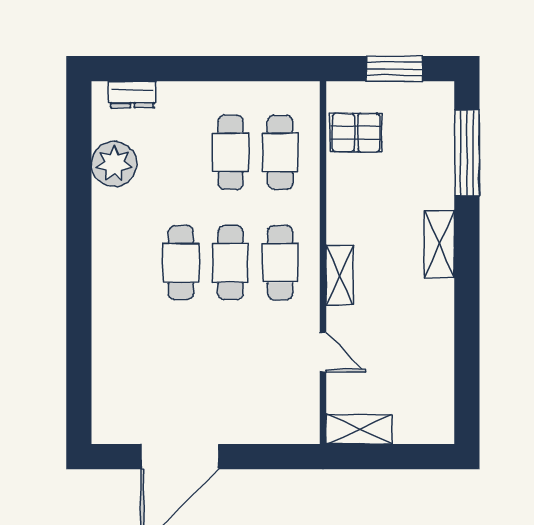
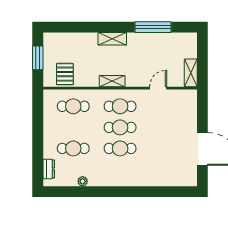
cafe table: (231, 152) -> (73, 148), moved
window: (467, 153) -> (153, 27), moved
plant: (114, 164) -> (83, 181), width x0.53, depth x0.53
shelving: (340, 275) -> (112, 81), moved

